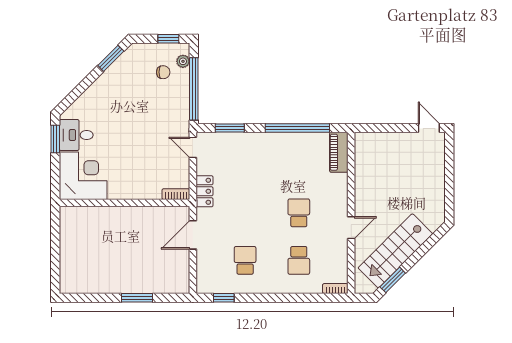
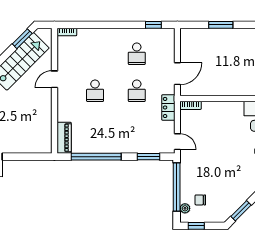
school desk: (299, 260) -> (137, 91), moved, turned 180

